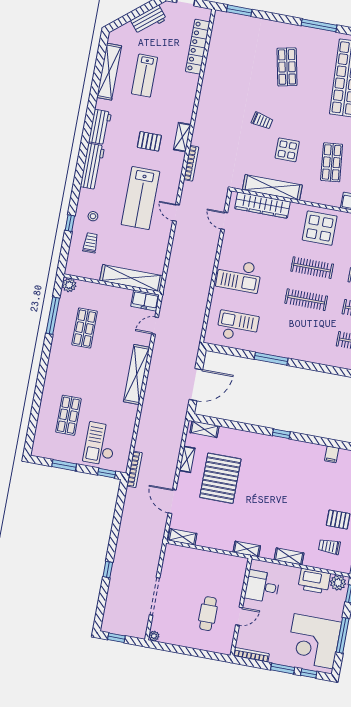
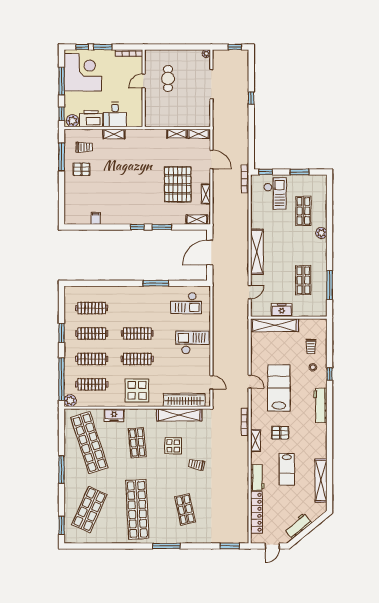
lab bench: (145, 76) -> (287, 469), moved, turned 180
workbench: (100, 127) -> (257, 478), moved, turned 180
window: (70, 223) -> (330, 374), moved
plant: (69, 285) -> (321, 233), moved
freezer: (145, 301) -> (282, 310), moved
window: (250, 428) -> (162, 227), added
shelving: (247, 549) -> (177, 134), moved
desk: (262, 587) -> (115, 115), moved, turned 90

